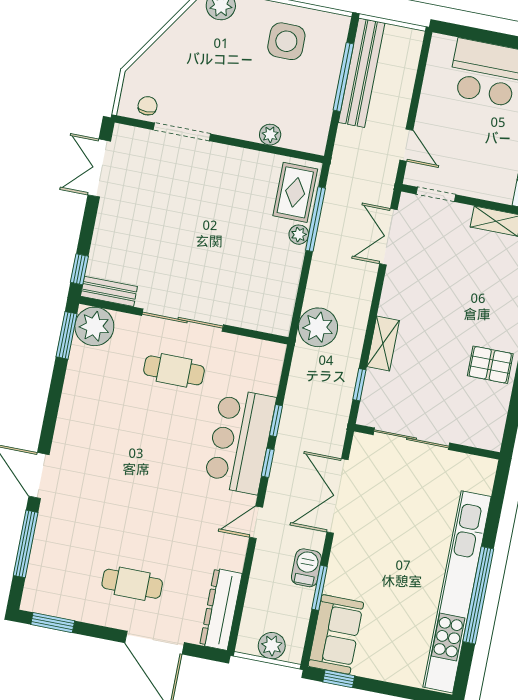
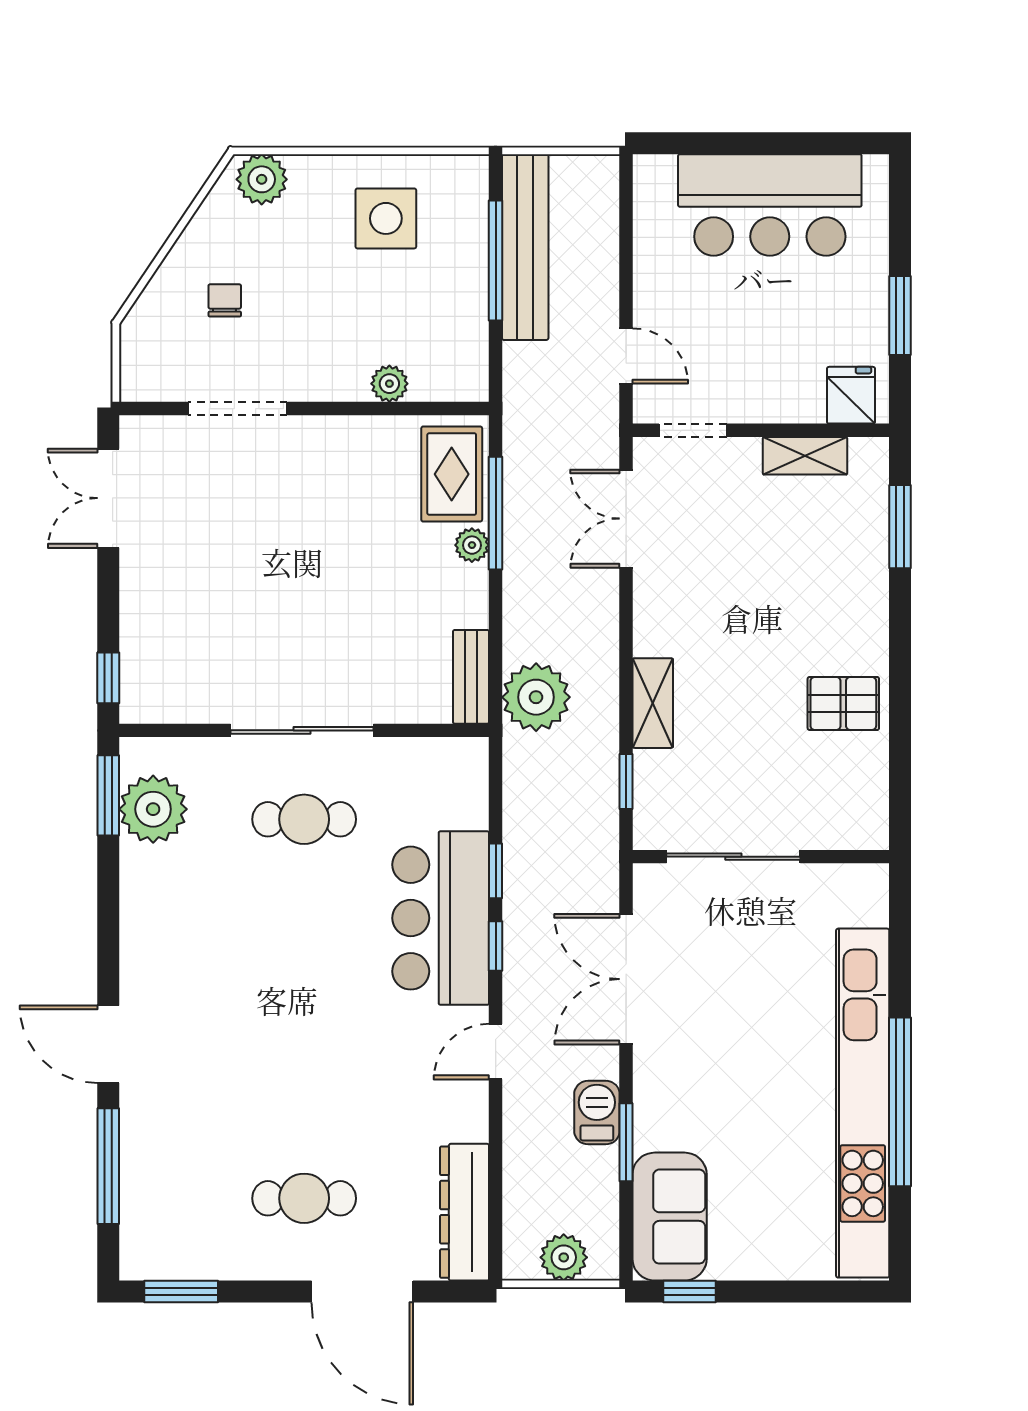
chair: (148, 106) -> (225, 300), moved
bench: (109, 291) -> (471, 677), moved, turned 90
plant: (94, 326) -> (153, 809), moved

